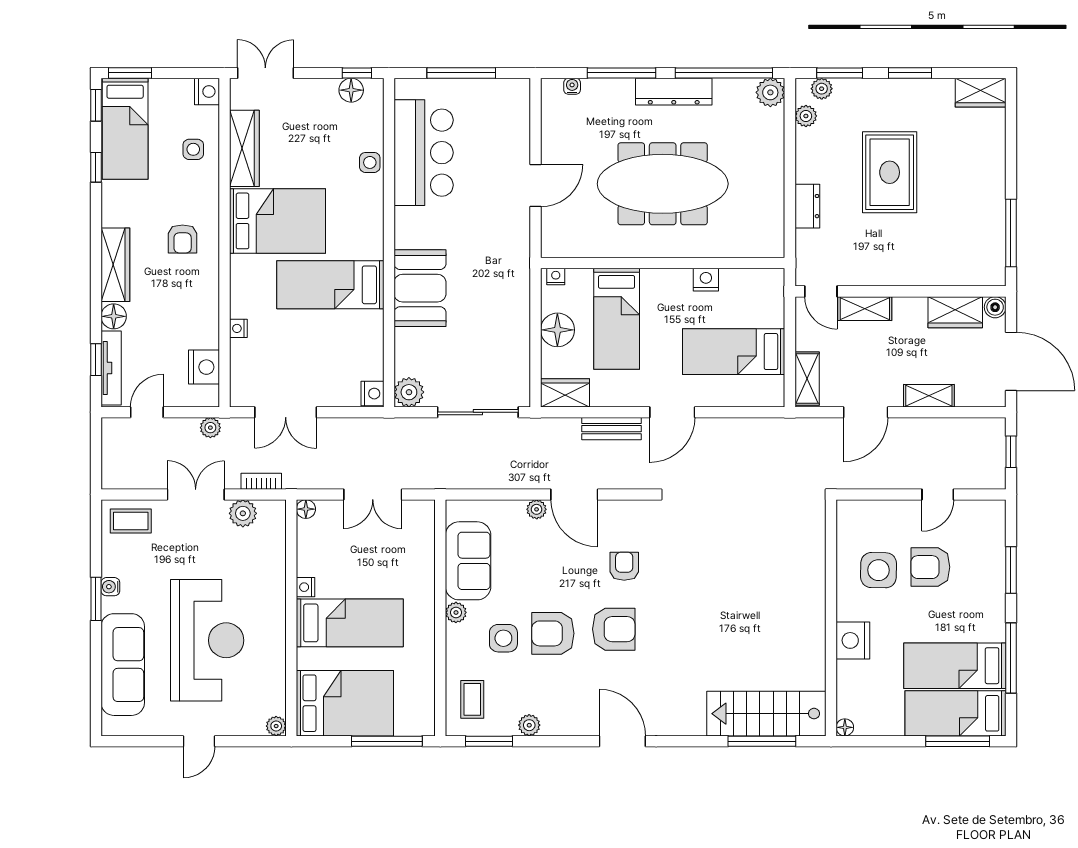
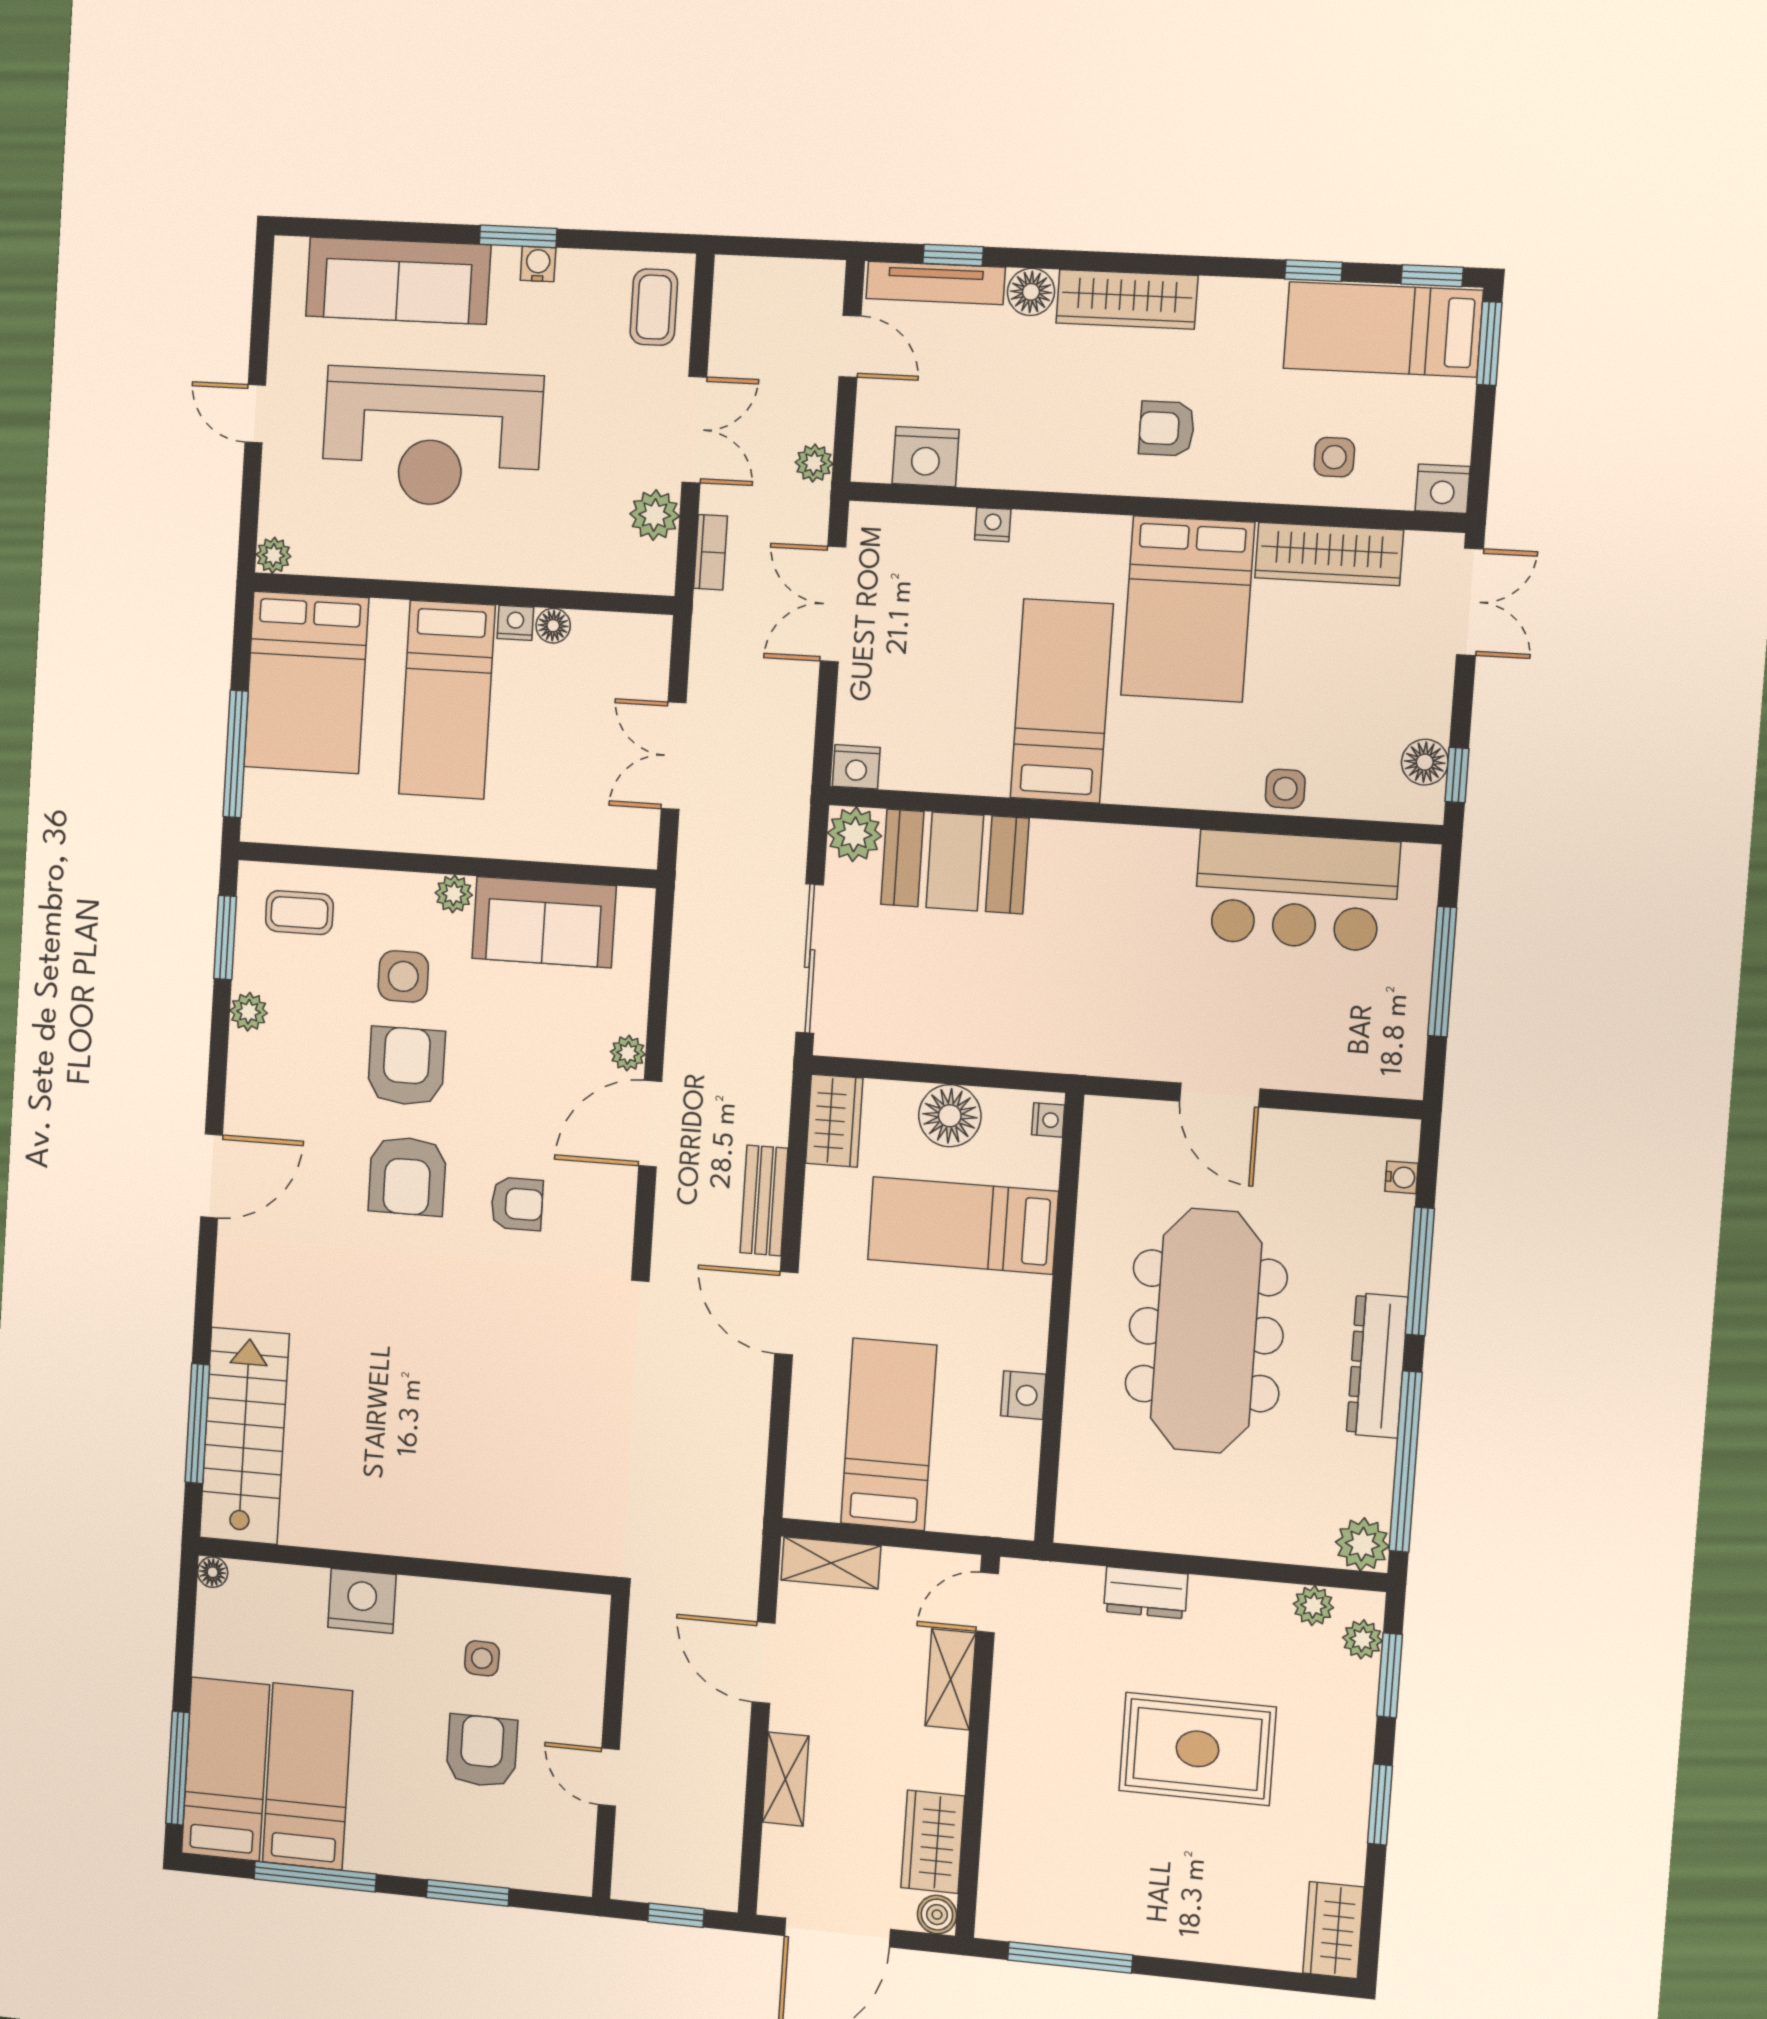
booth: (420, 288) -> (955, 861), moved
floor lamp: (306, 509) -> (553, 626), moved
side table: (879, 570) -> (482, 1658), width x0.54, depth x0.54

